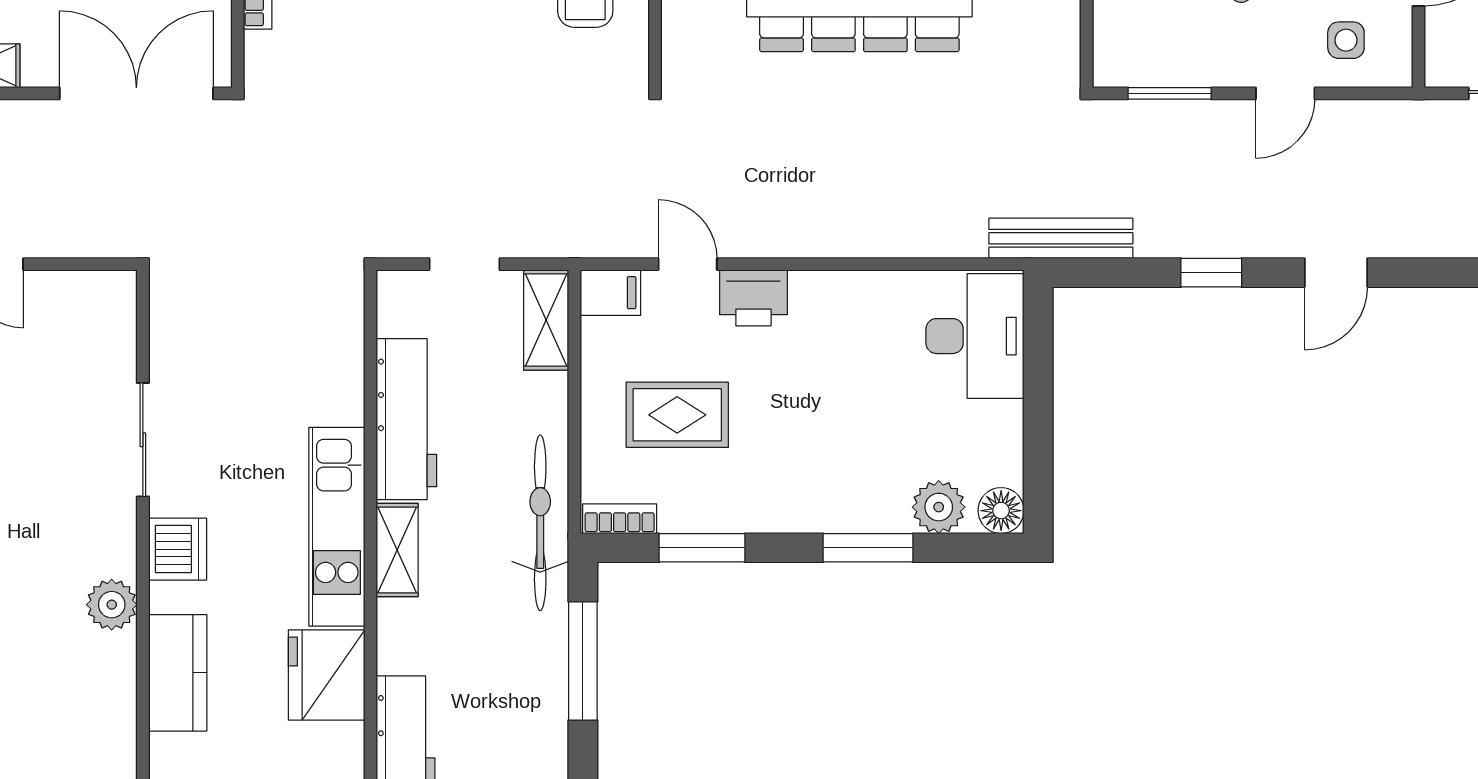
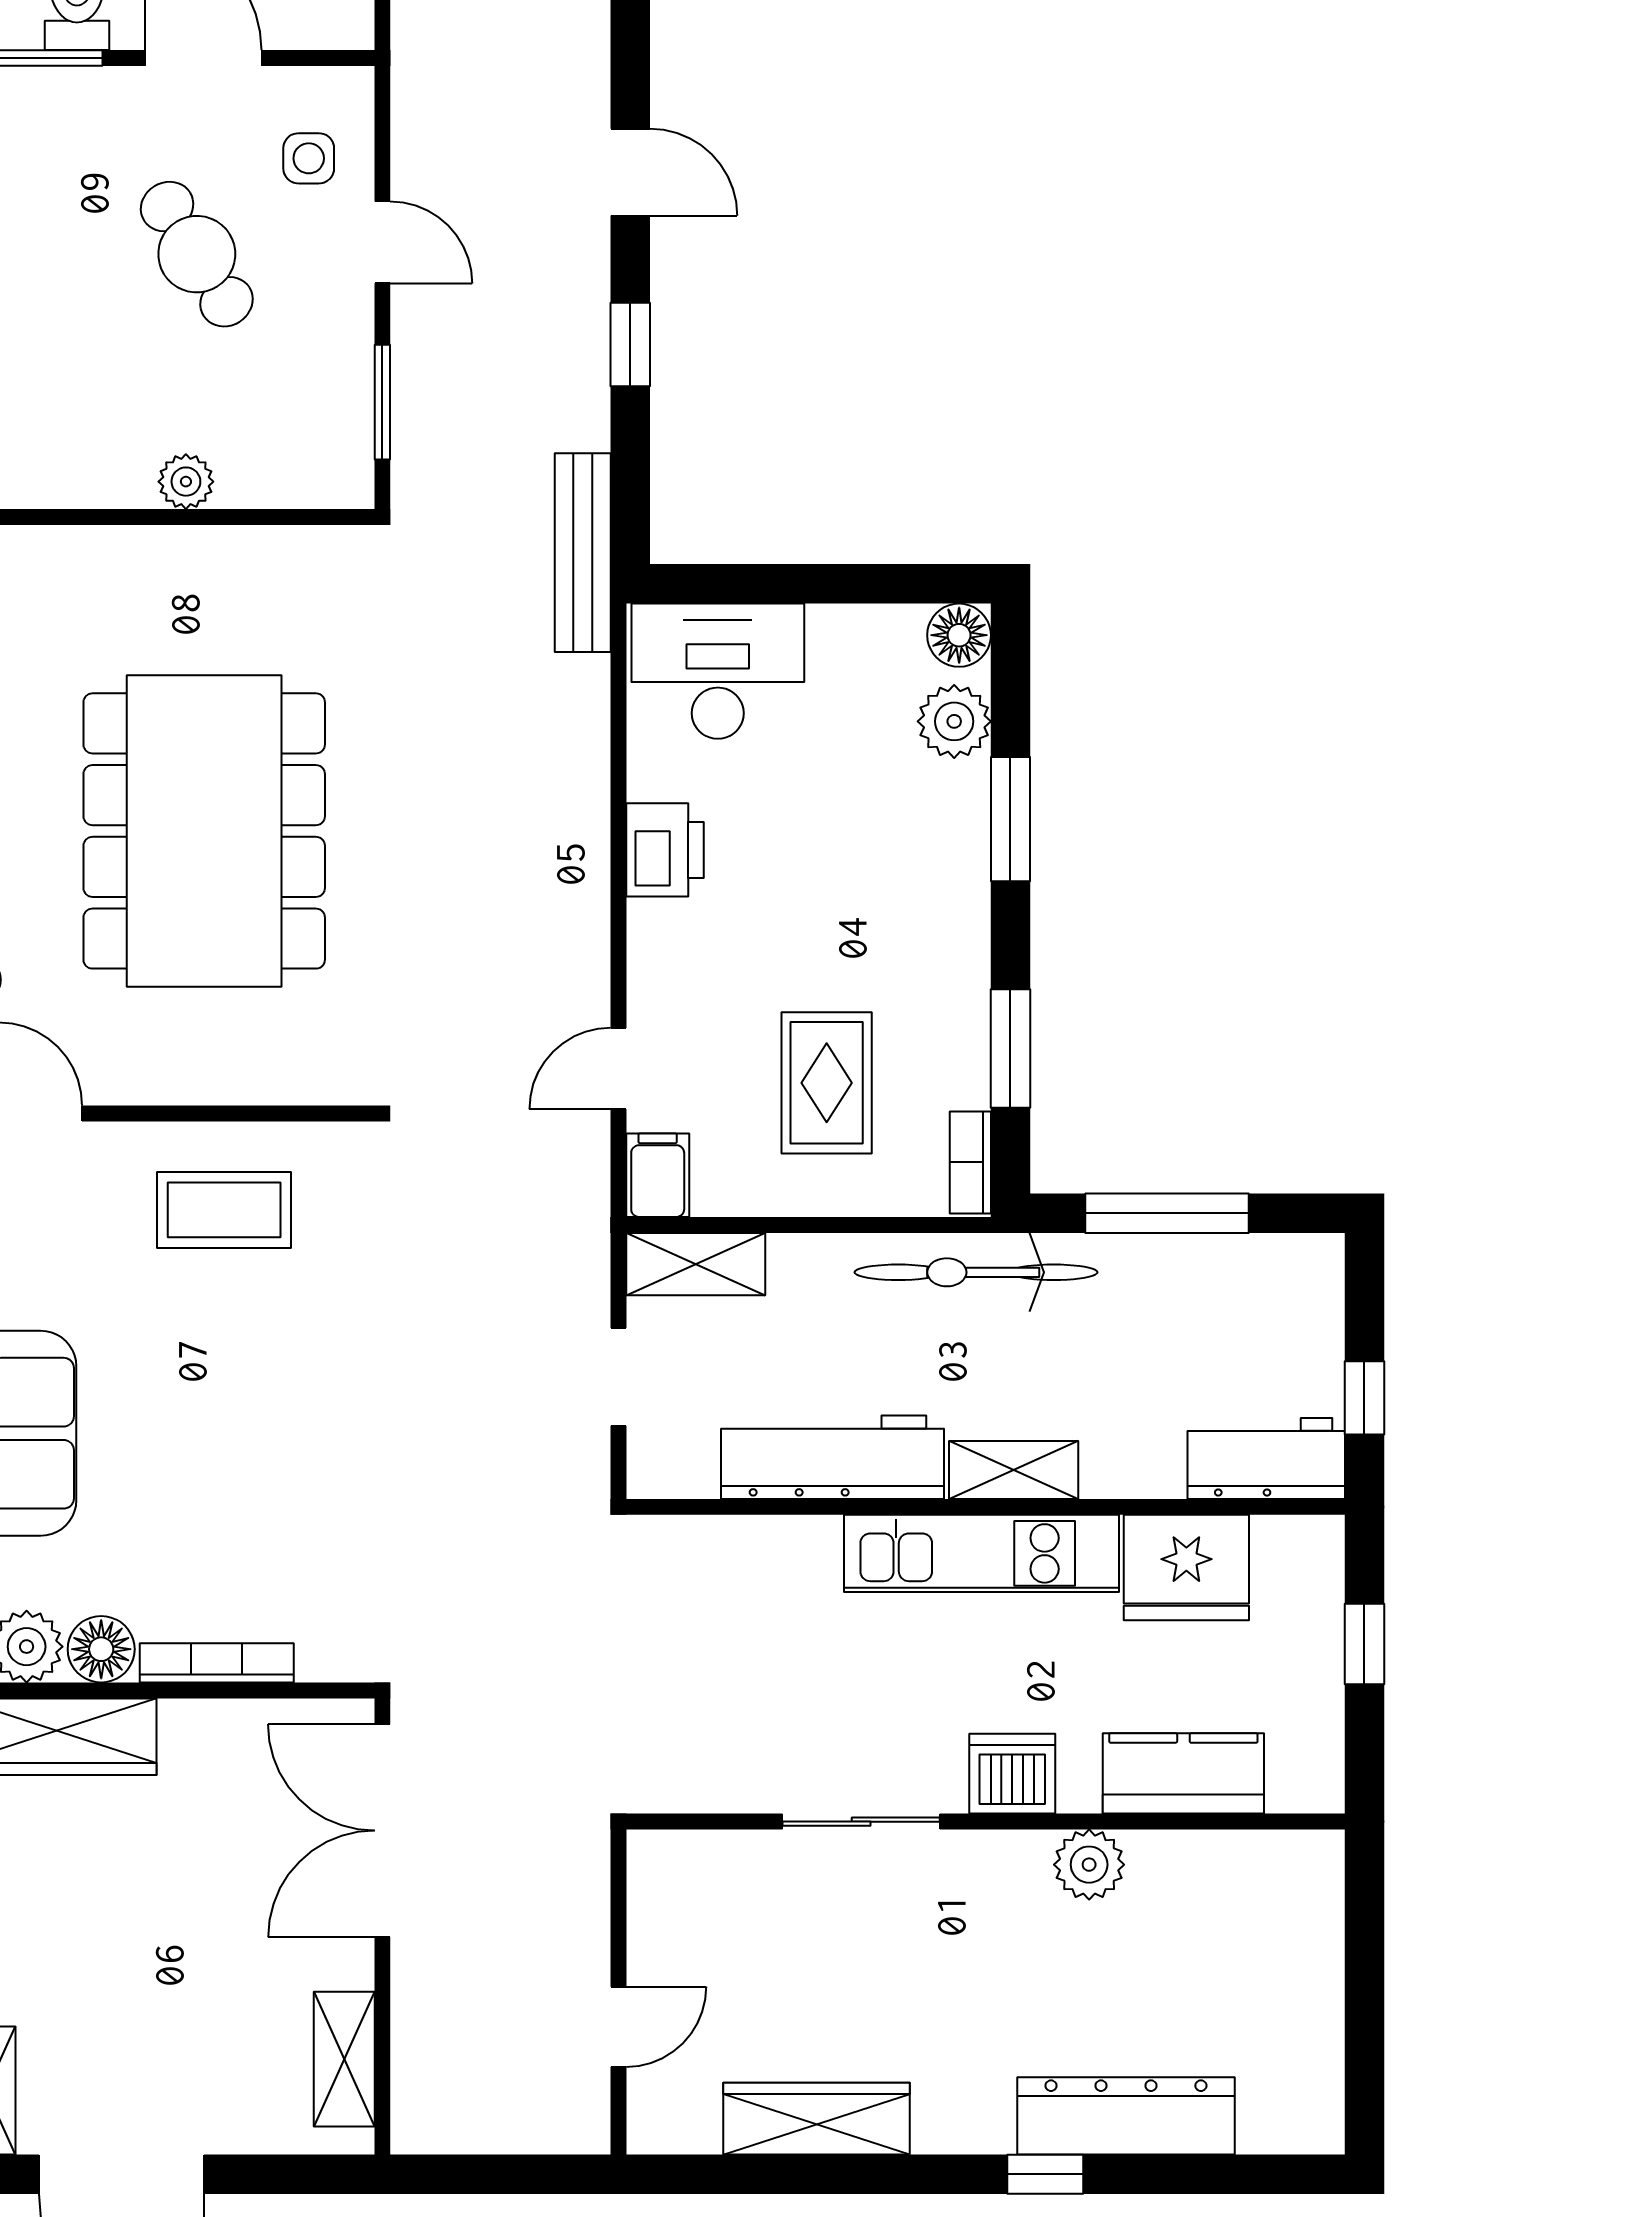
printer: (753, 298) -> (665, 850), moved

